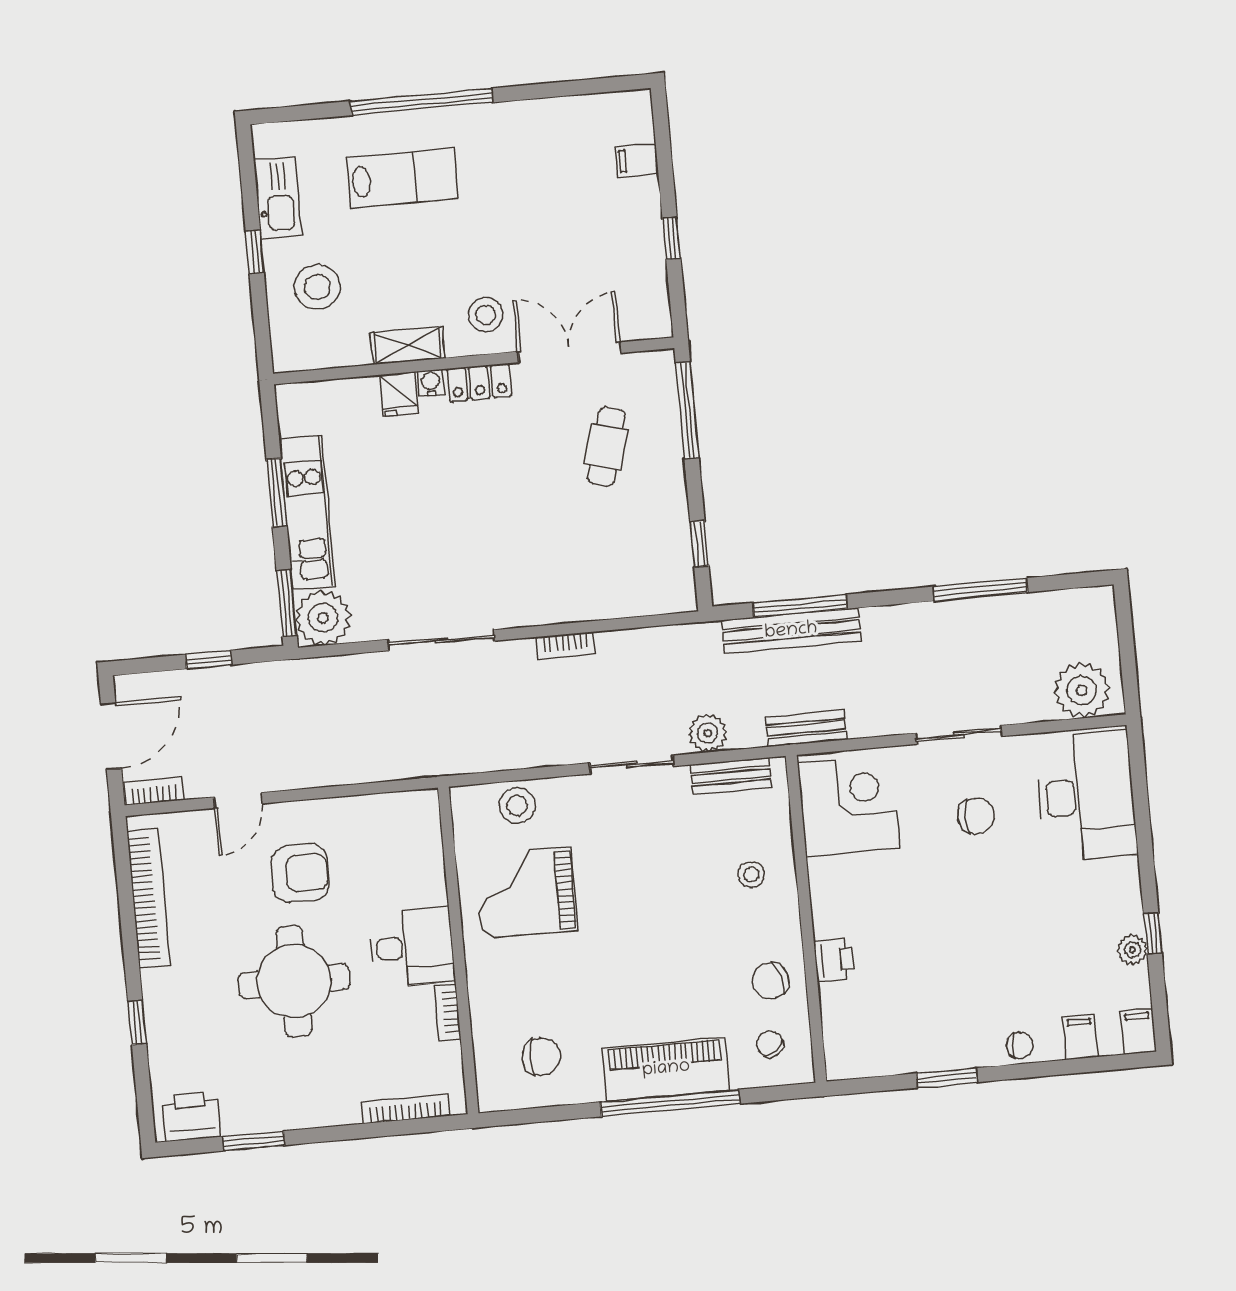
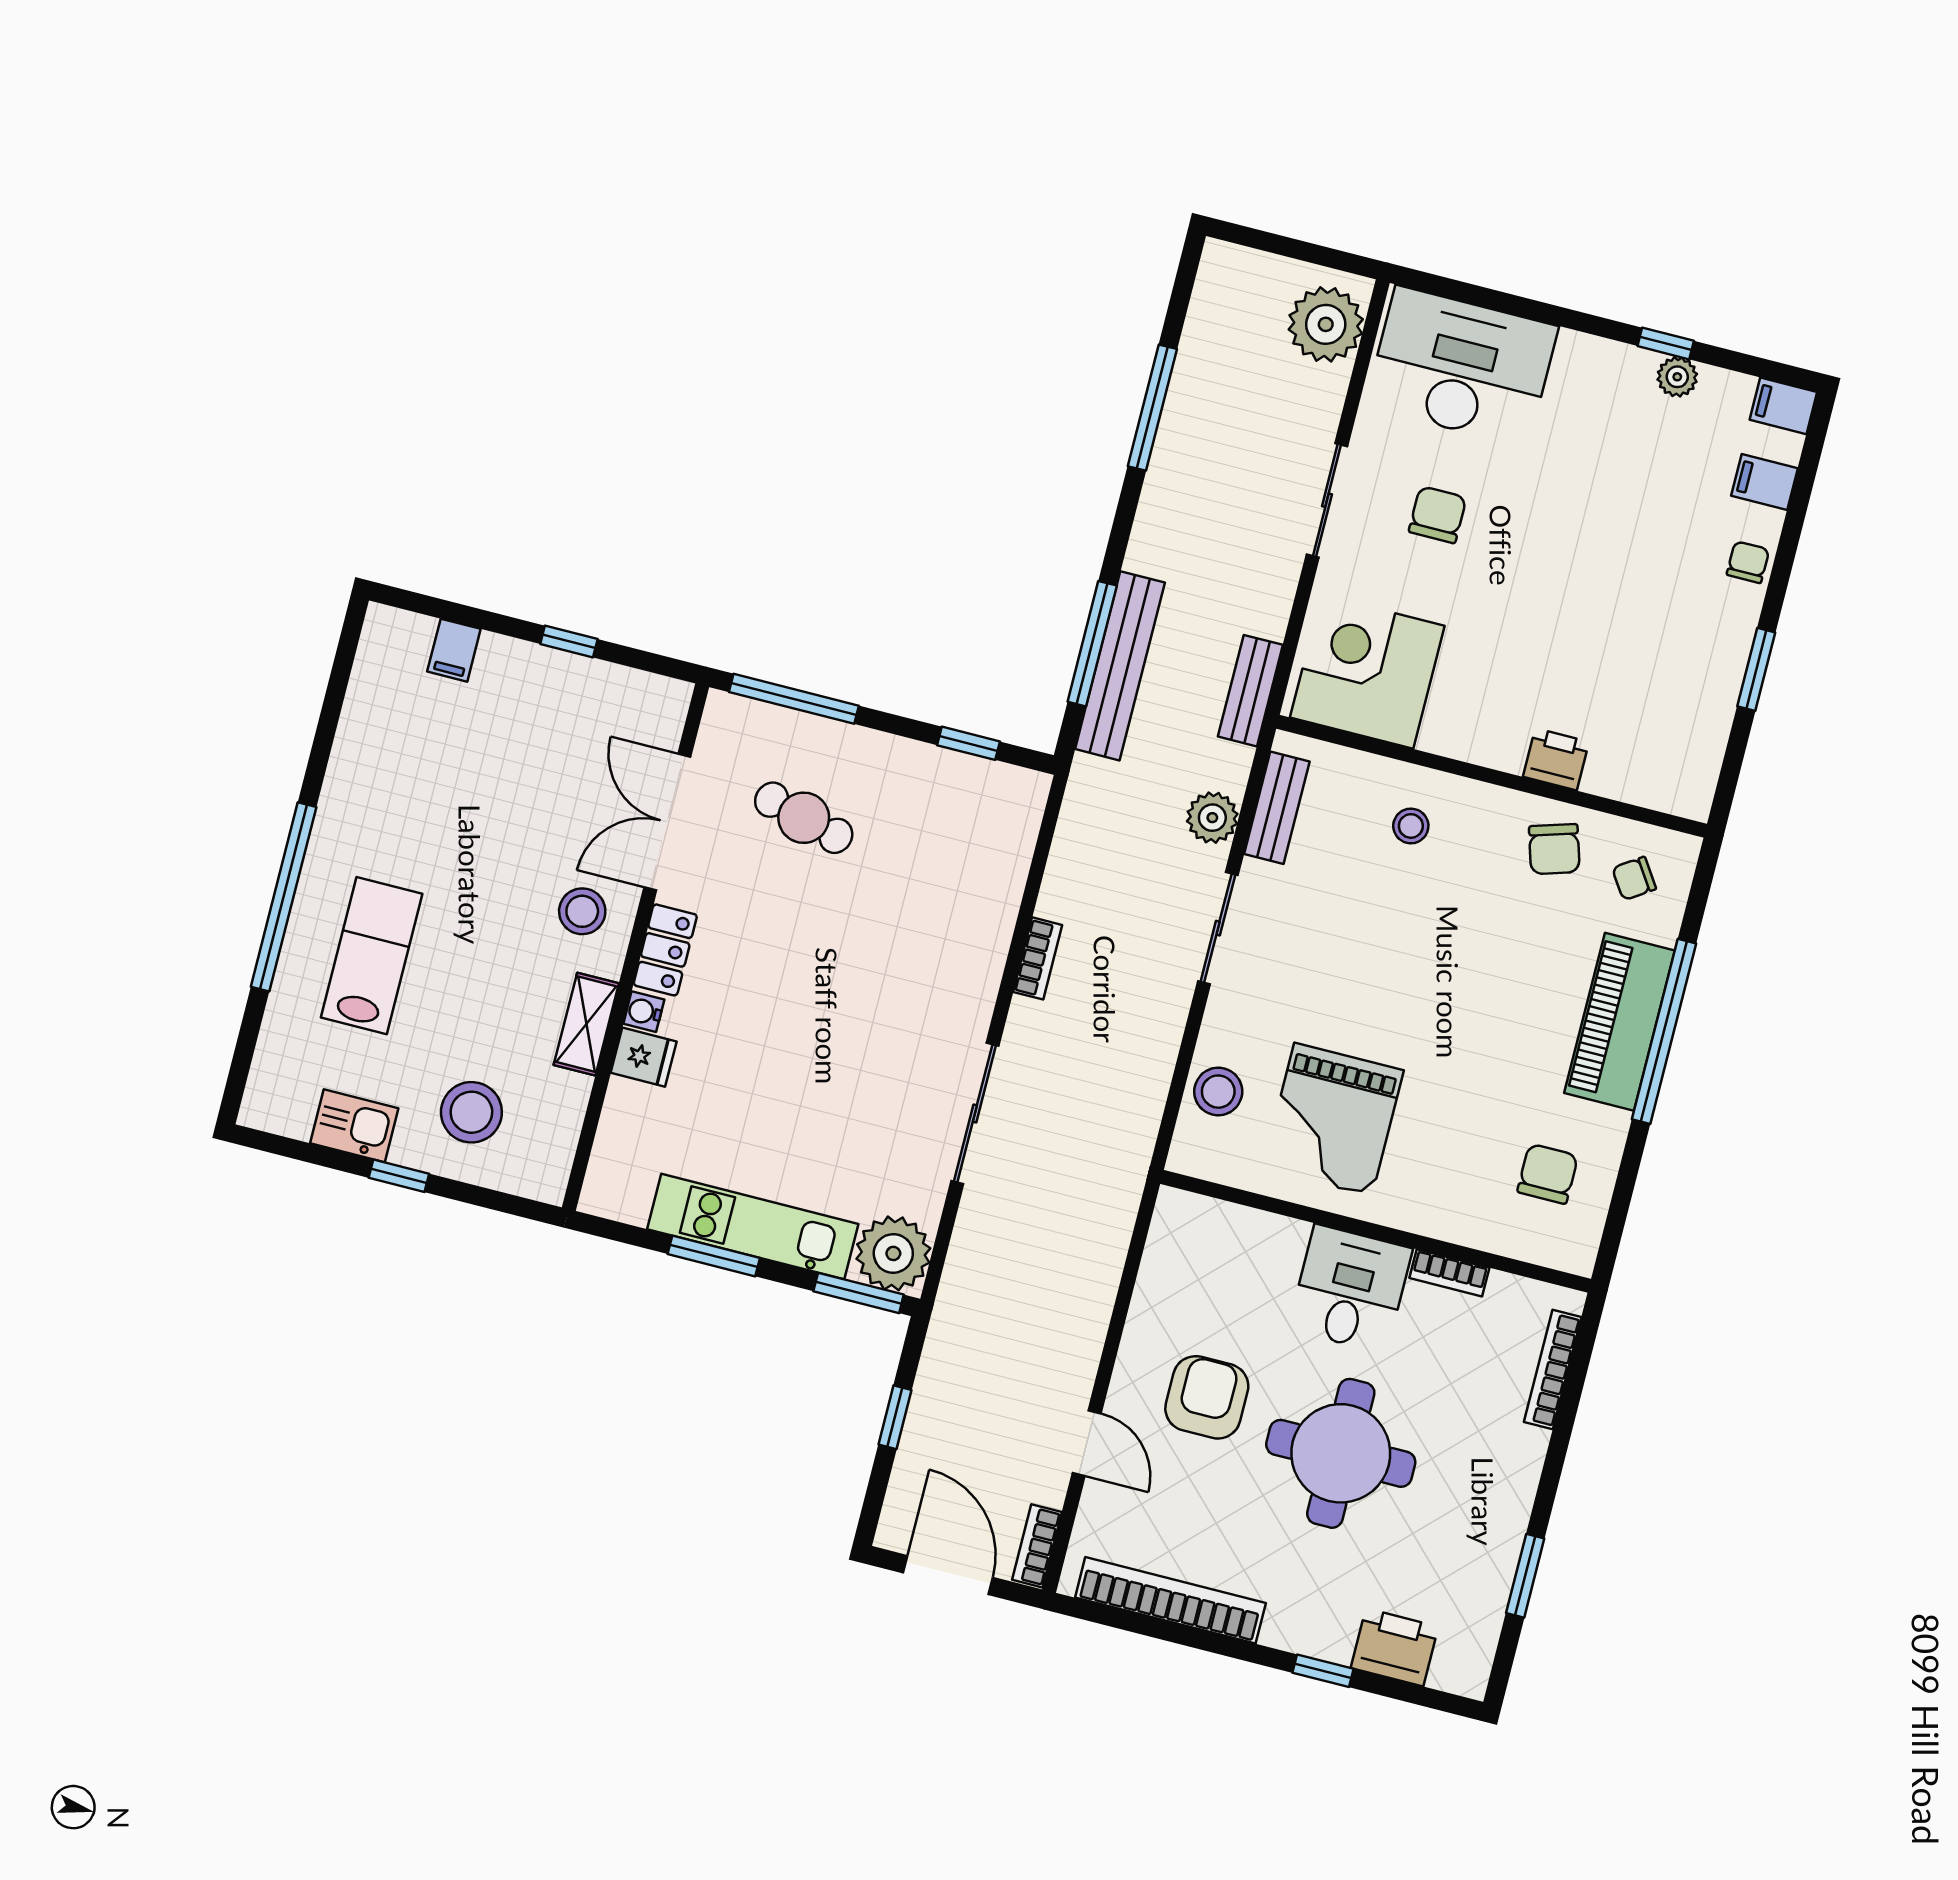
kitchen sink: (278, 197) -> (354, 1126), width x0.73
printer: (191, 1116) -> (1395, 1647), moved, turned 90

